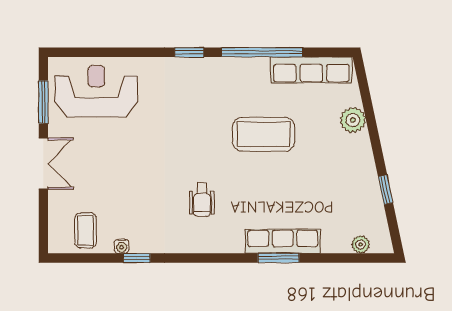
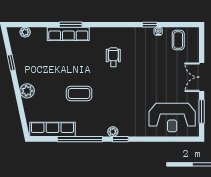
plant: (203, 66) -> (113, 132), added
plant: (353, 120) -> (27, 91), moved
coffee table: (264, 134) -> (79, 94), width x0.73, depth x0.76

